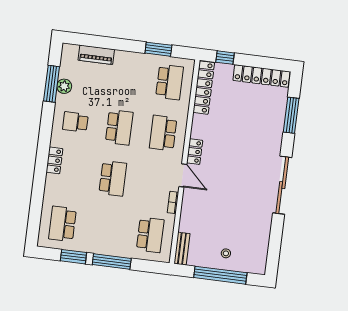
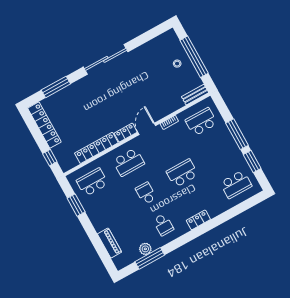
locker: (204, 88) -> (96, 148), moved
school desk: (119, 127) -> (146, 193), width x0.54

